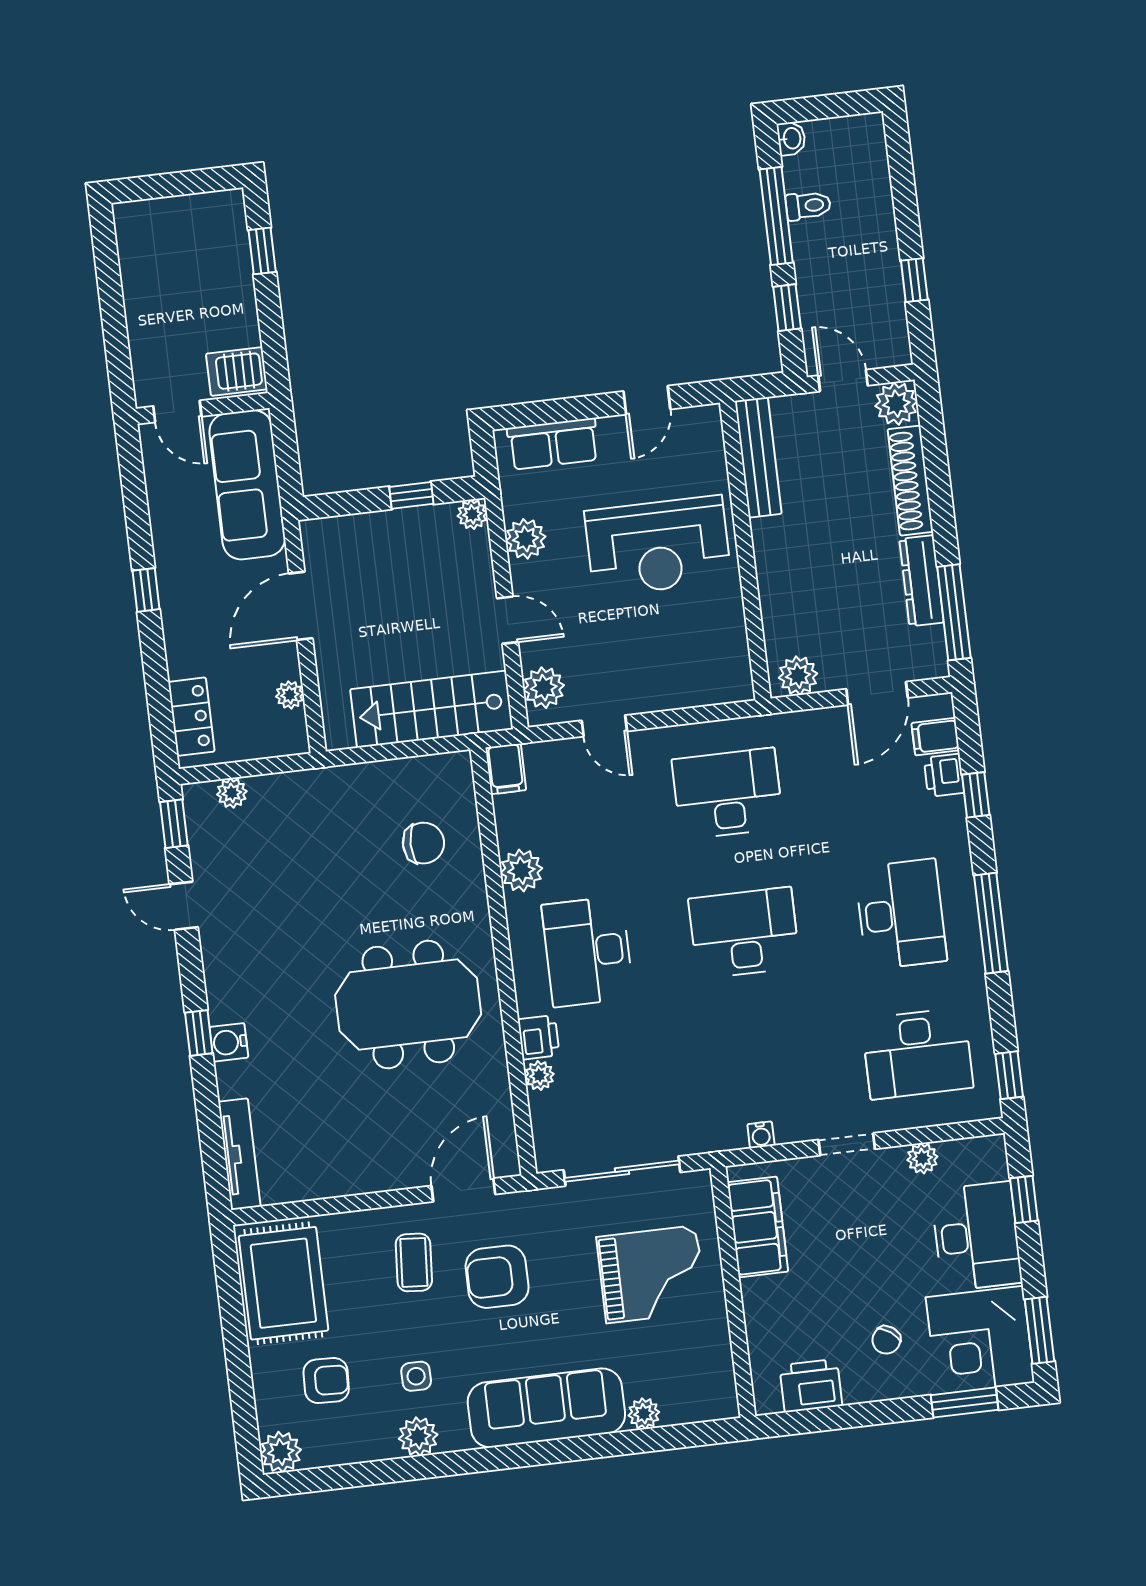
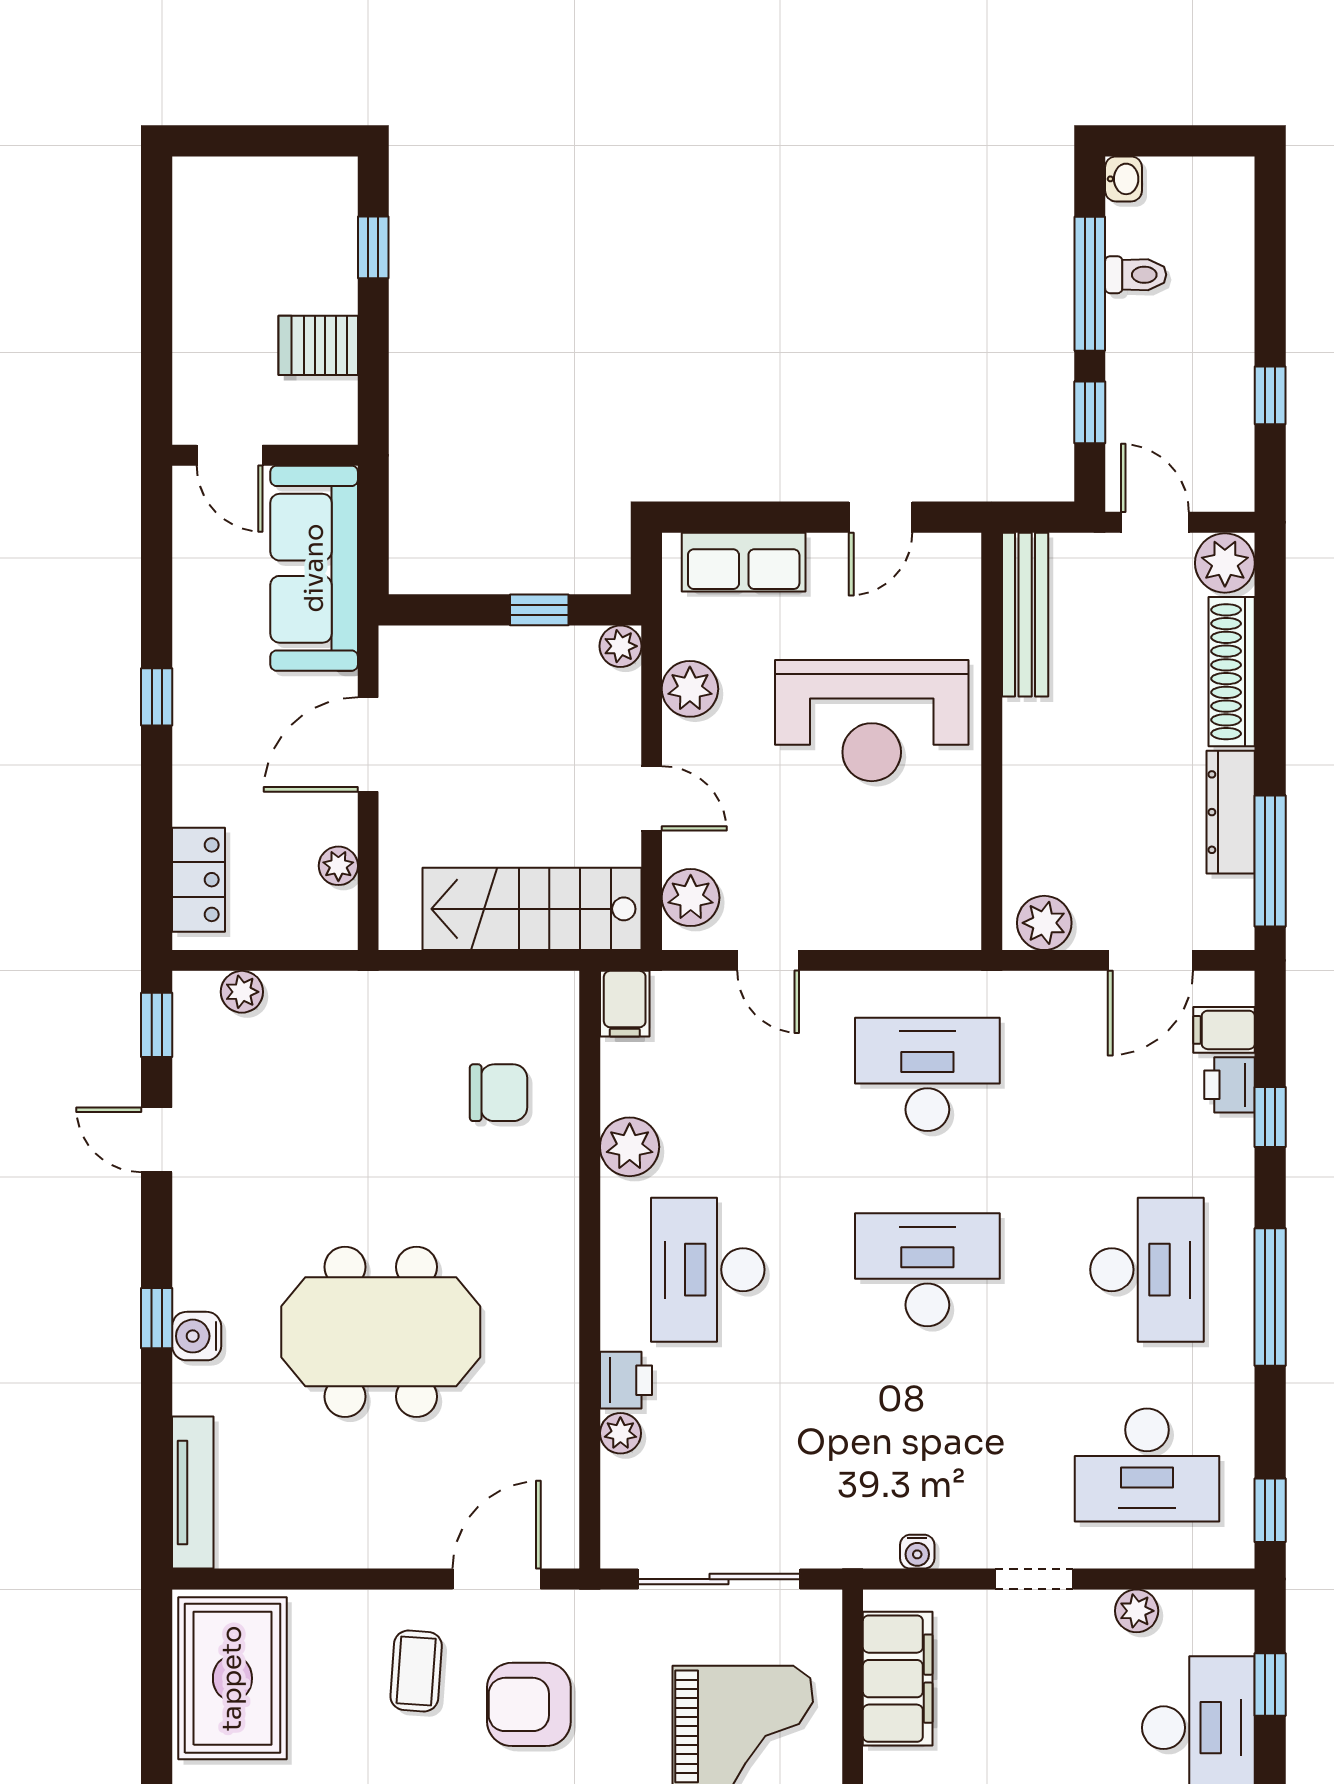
server rack: (237, 371) -> (318, 345), moved
meeting table: (408, 1005) -> (381, 1332), moved

